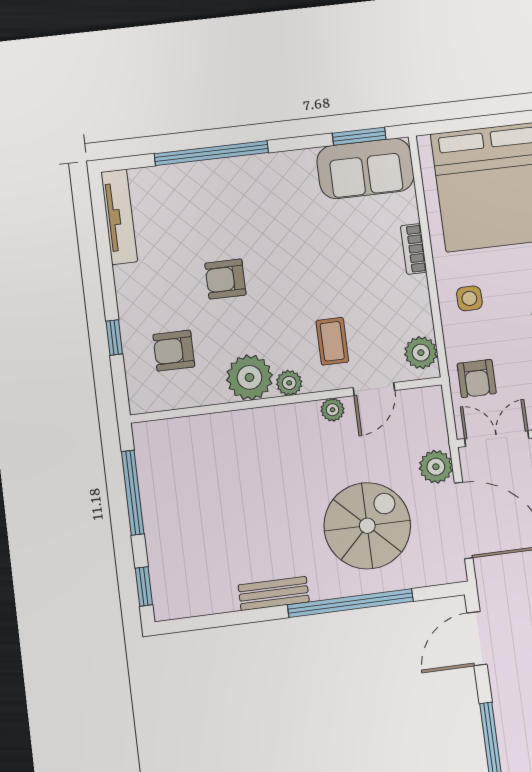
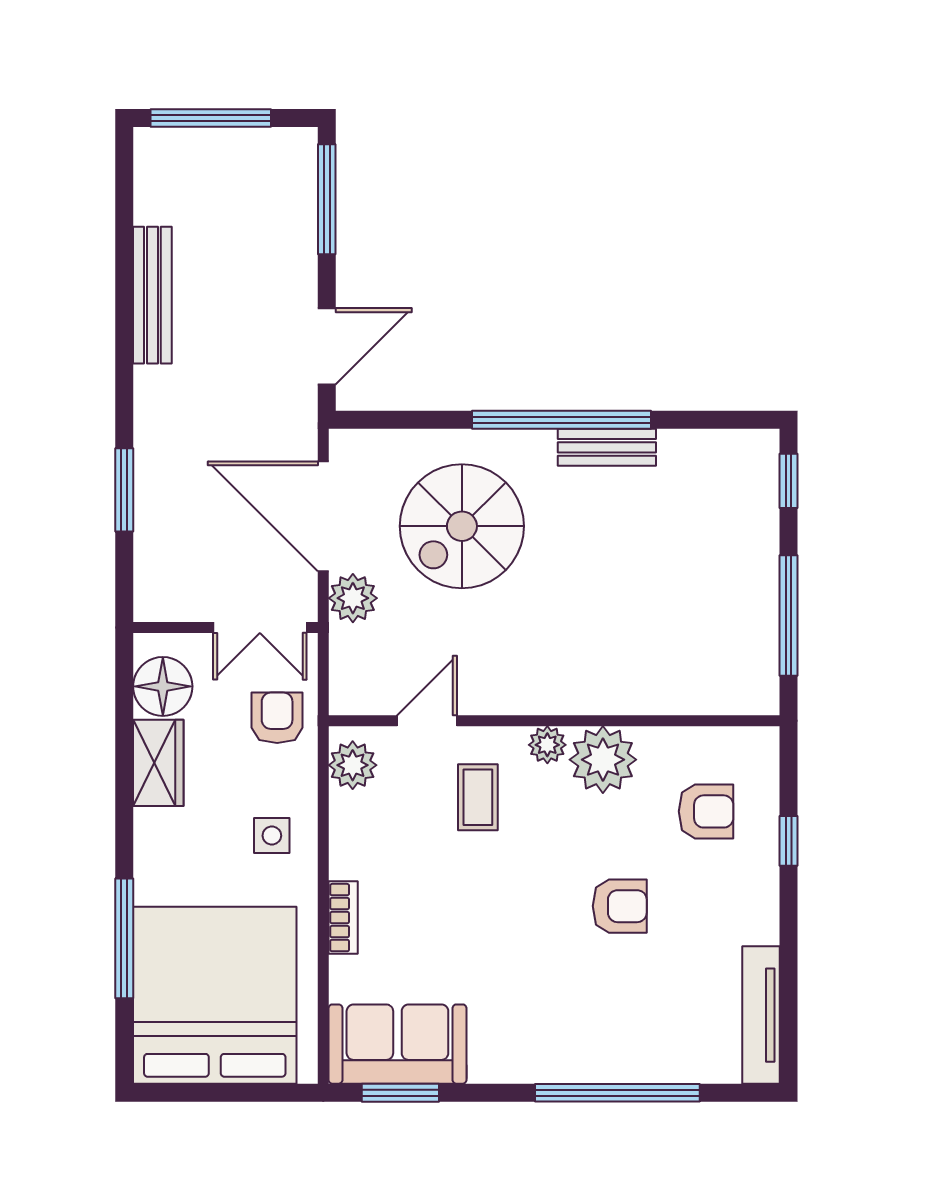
plant: (333, 410) -> (490, 698), removed
window: (350, 603) -> (561, 420), moved

